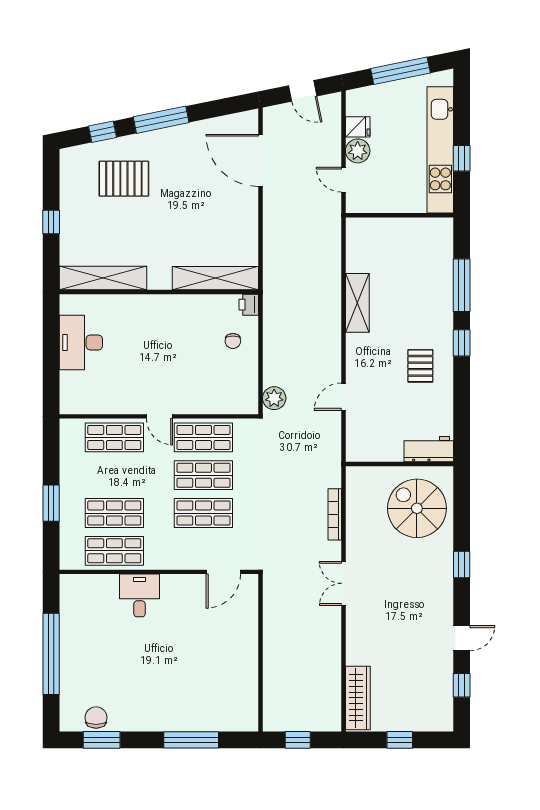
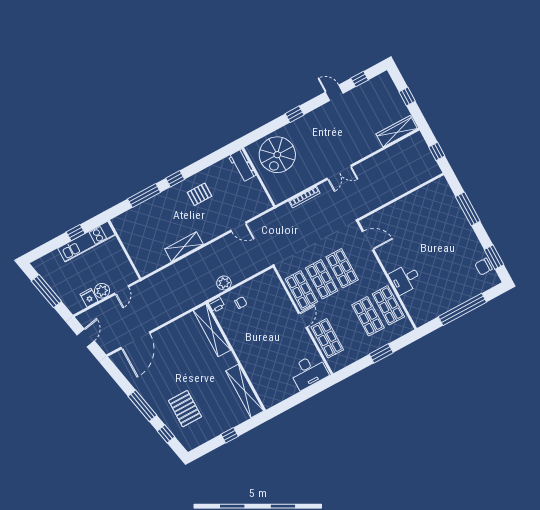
kitchen unit: (440, 150) -> (86, 242), width x0.73
desk: (81, 343) -> (309, 372), moved
plant: (274, 398) -> (224, 283), moved

